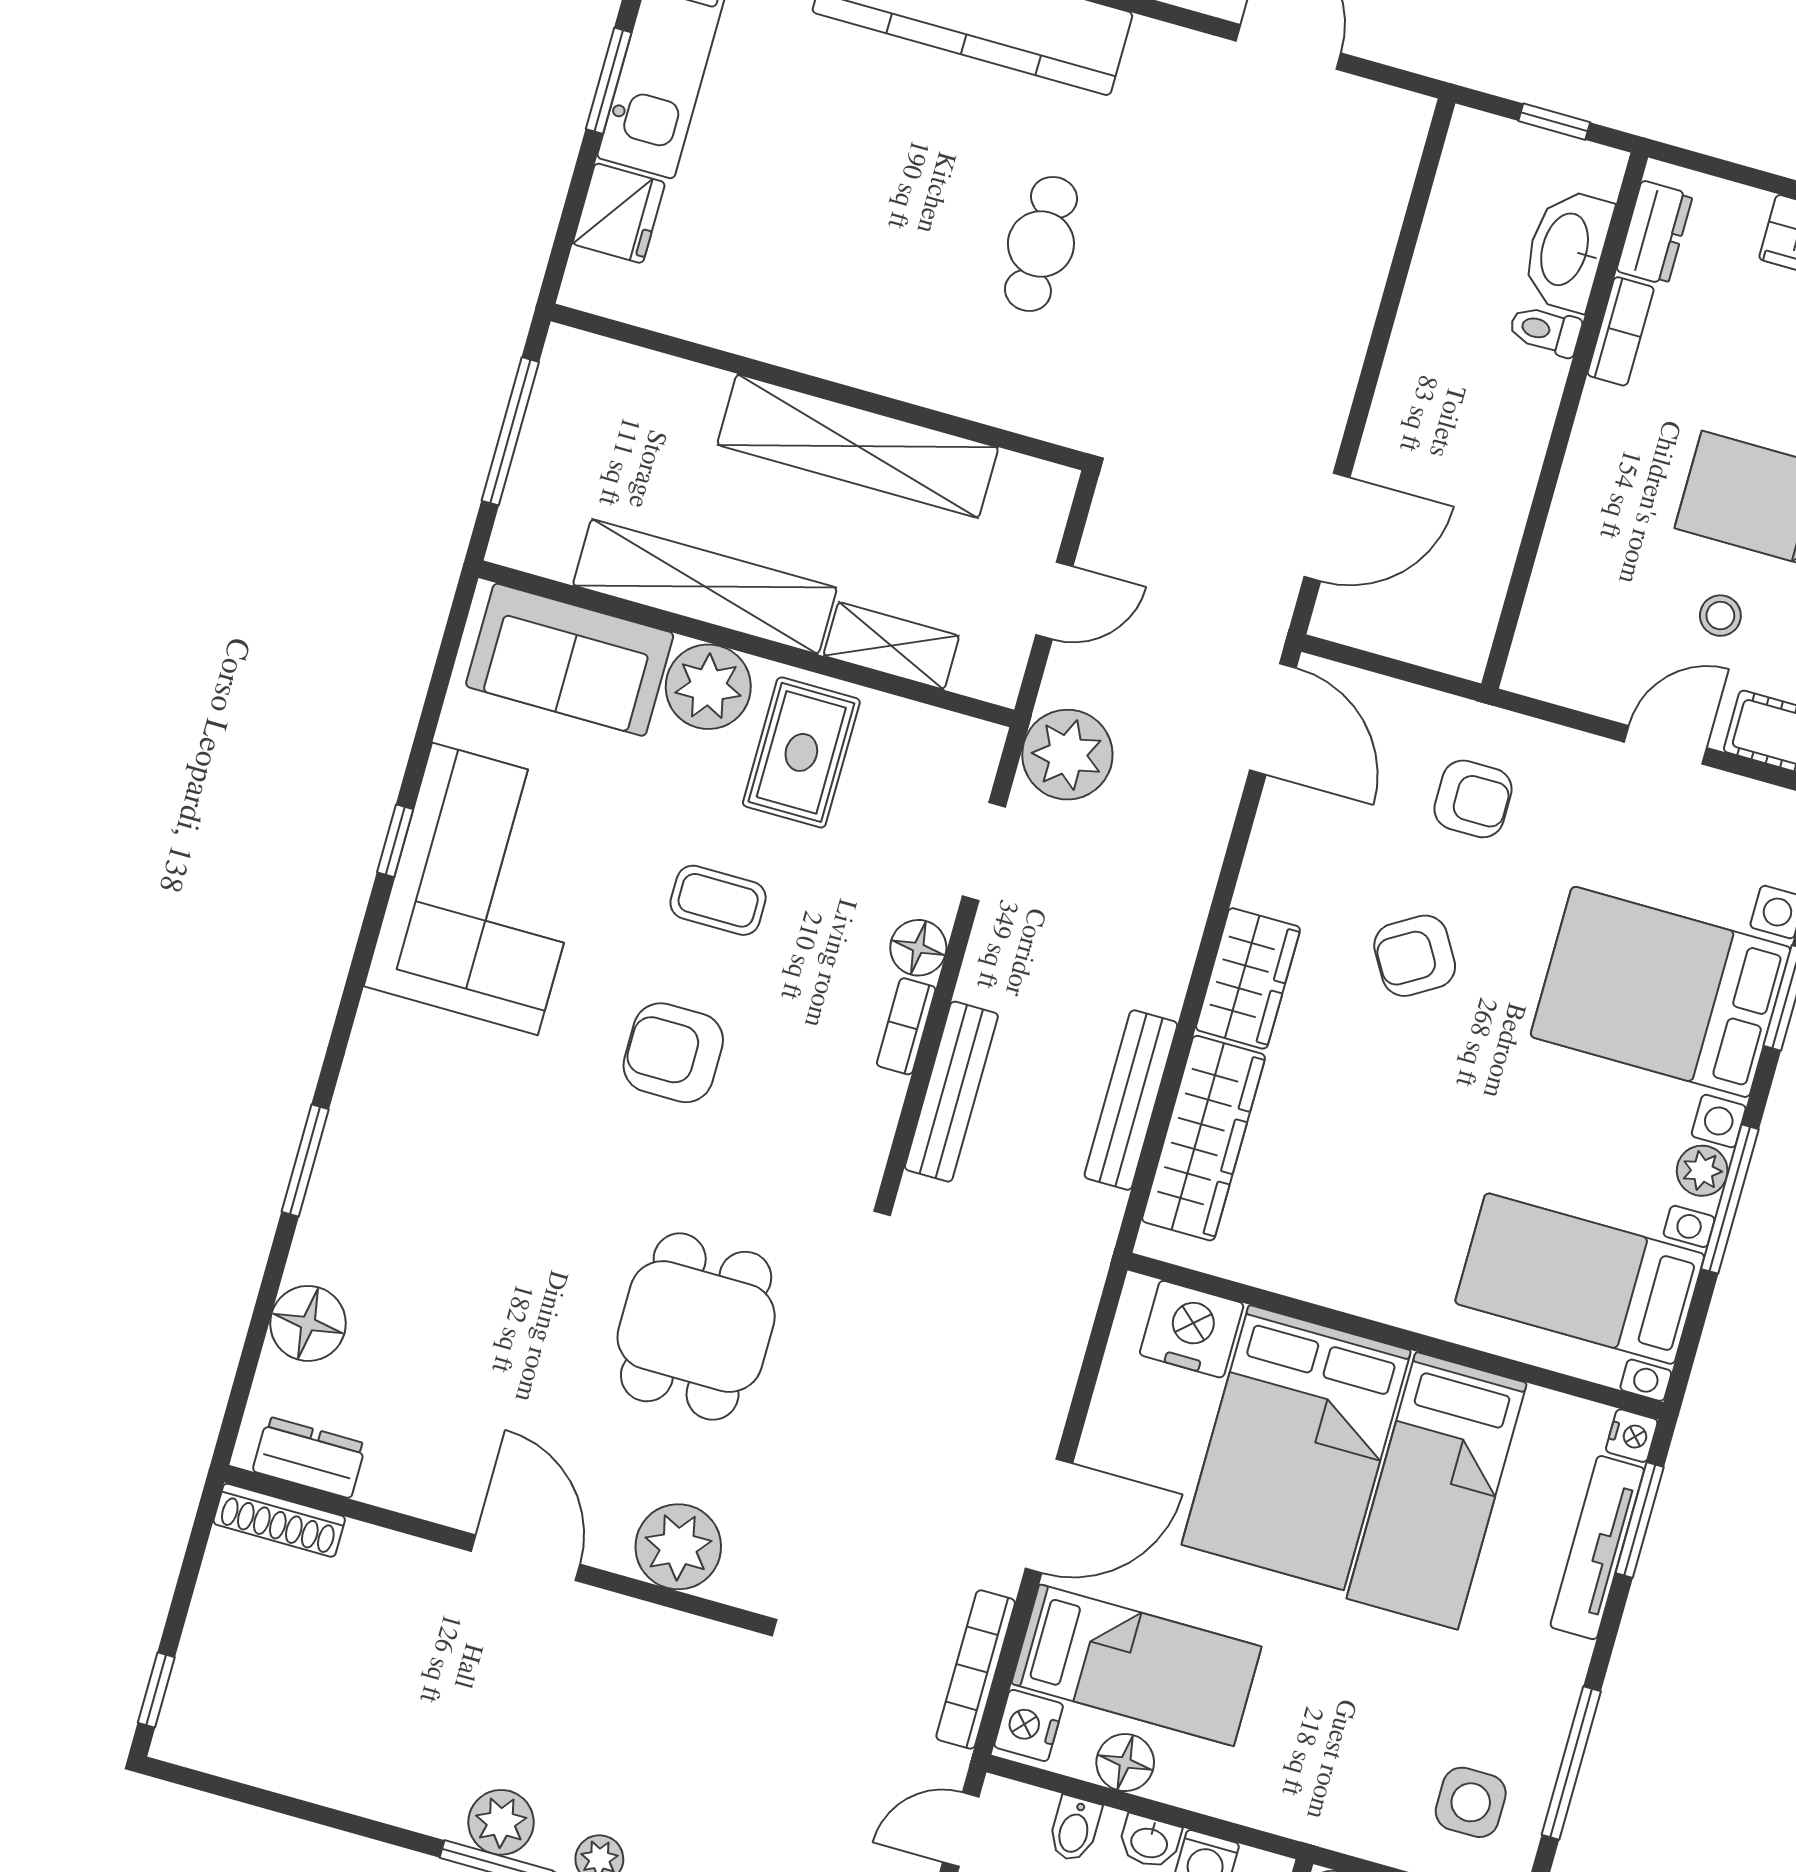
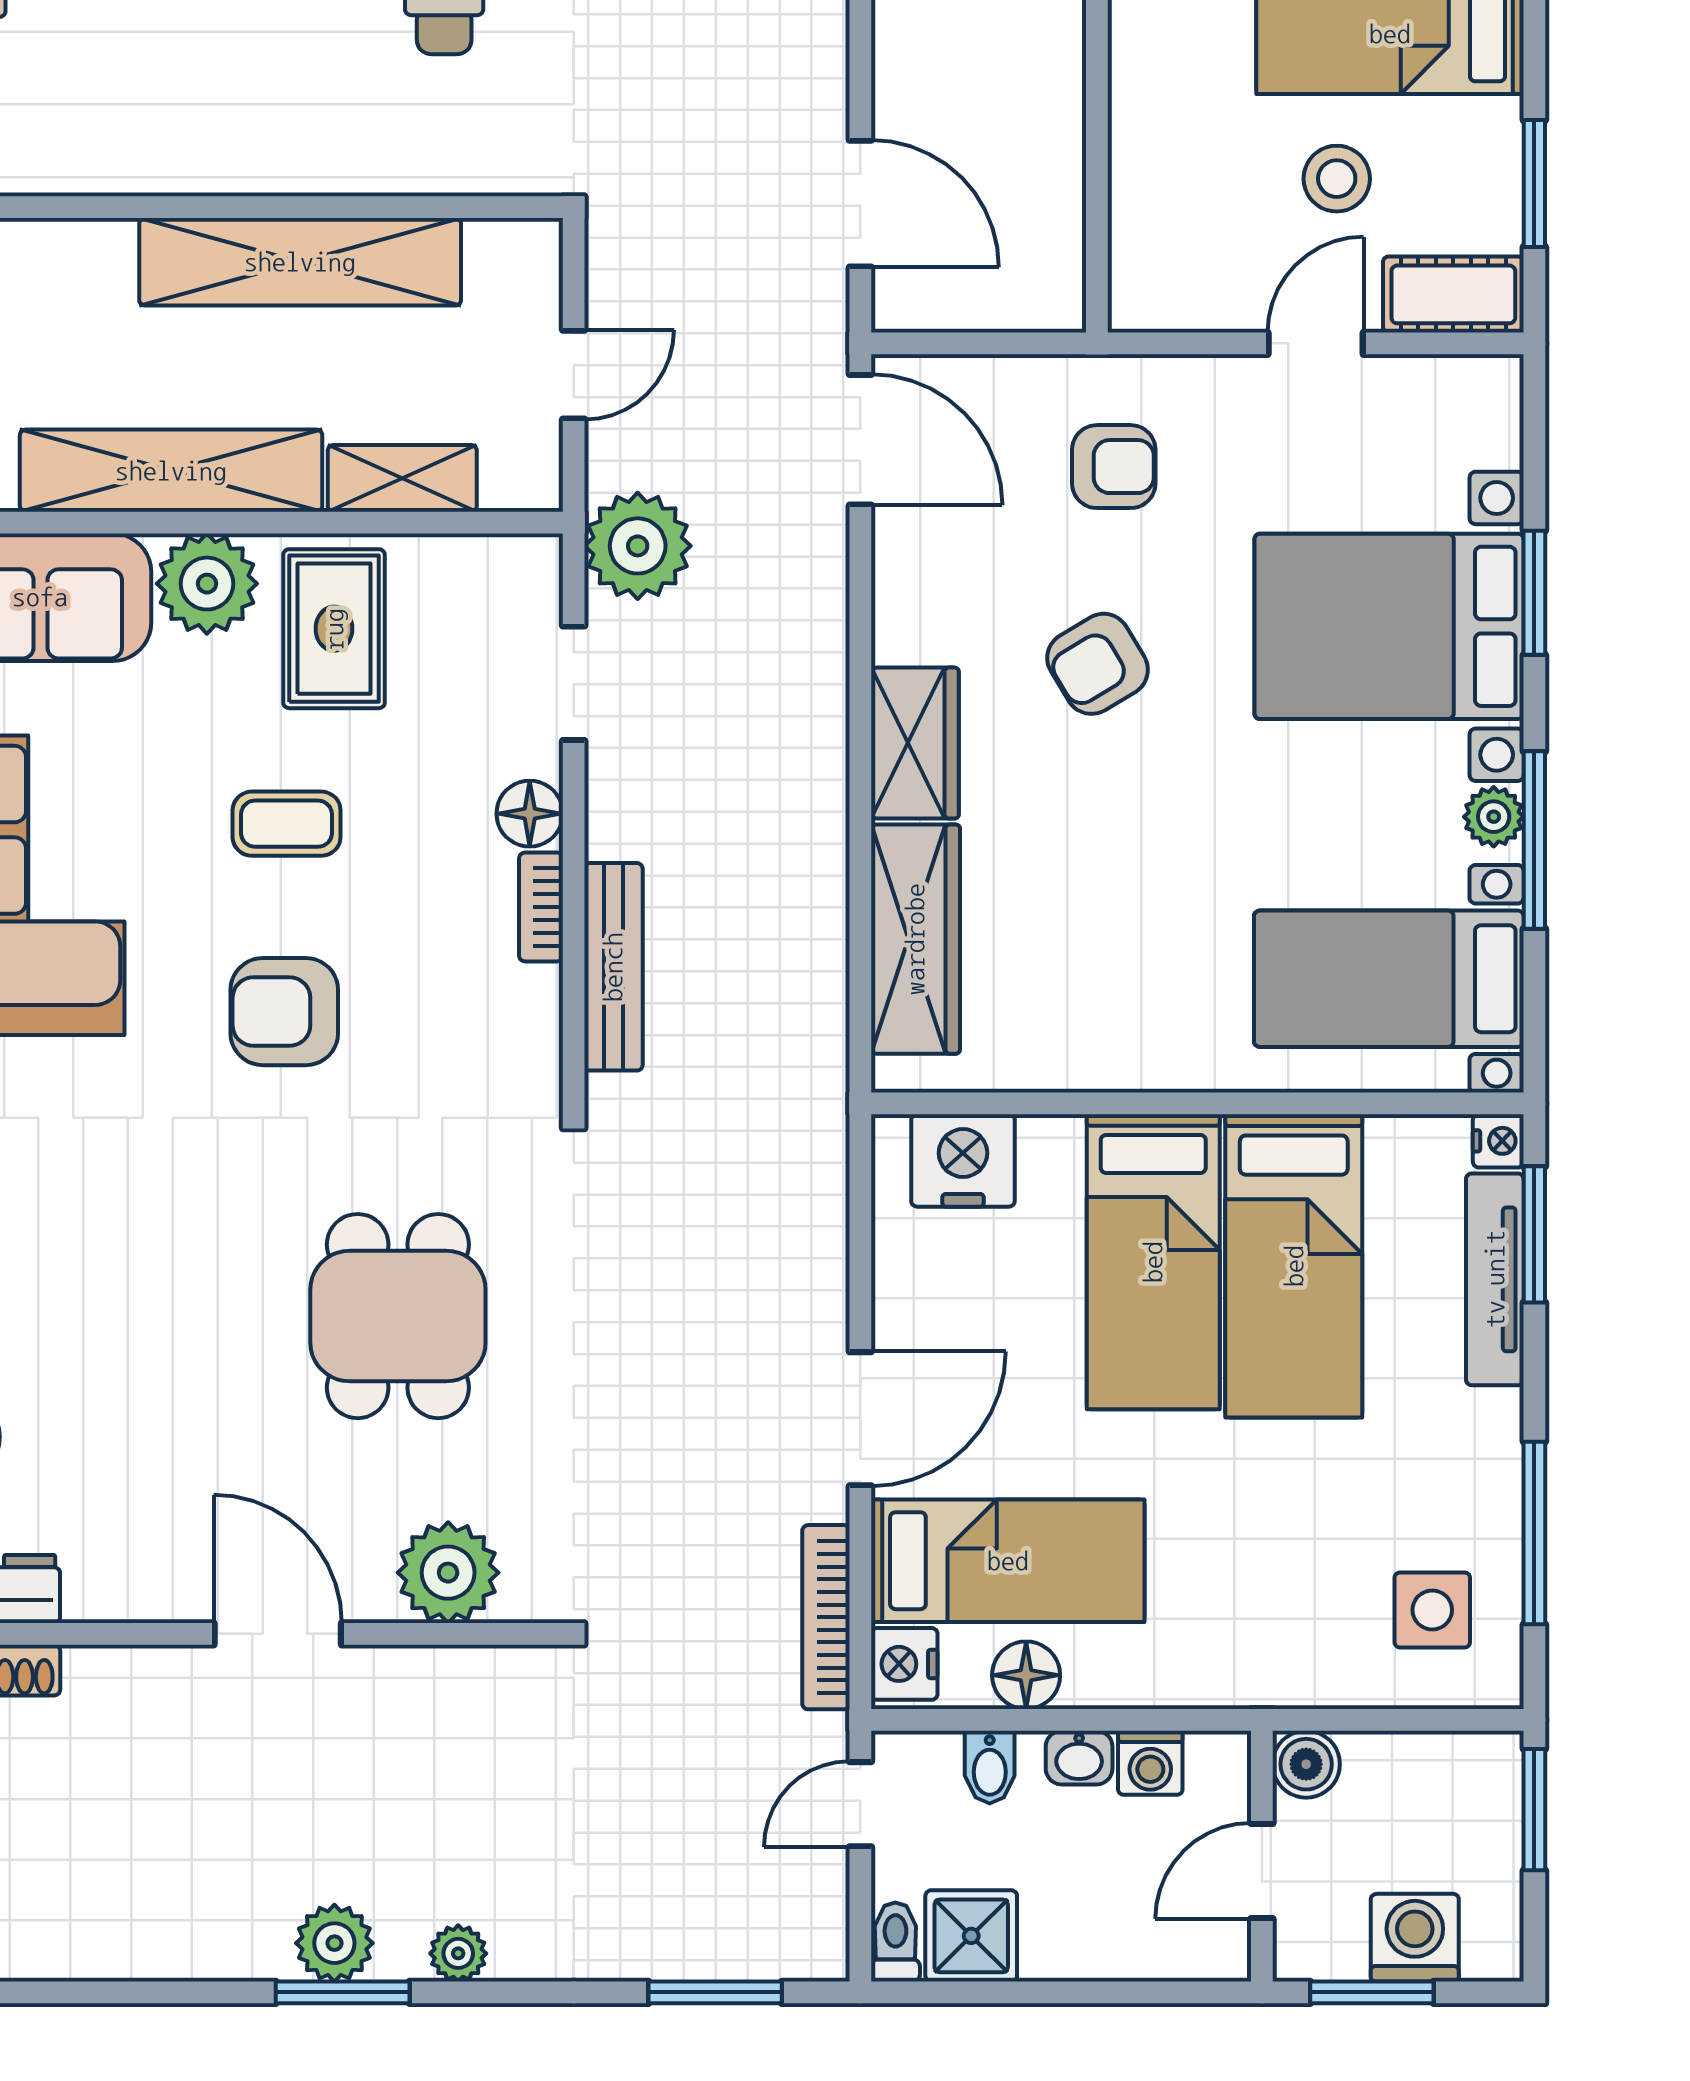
door: (1327, 527) -> (860, 204), hinge flipped
stool: (1720, 616) -> (1337, 179), width x1.37, depth x1.37
bench: (1131, 1100) -> (821, 919), removed
bed: (1296, 1447) -> (1153, 1262), width x0.67

